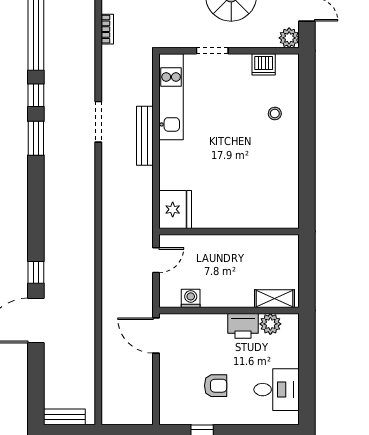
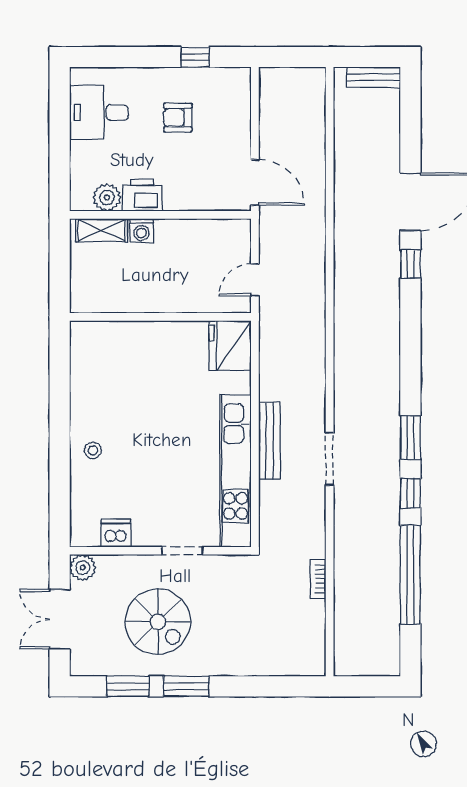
kitchen unit: (171, 97) -> (235, 471), width x1.36
stool: (275, 114) -> (93, 450), moved
washing machine: (191, 298) -> (141, 231), moved

